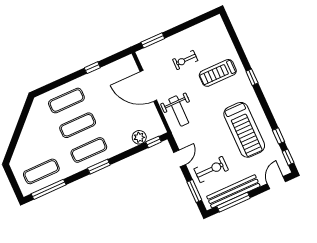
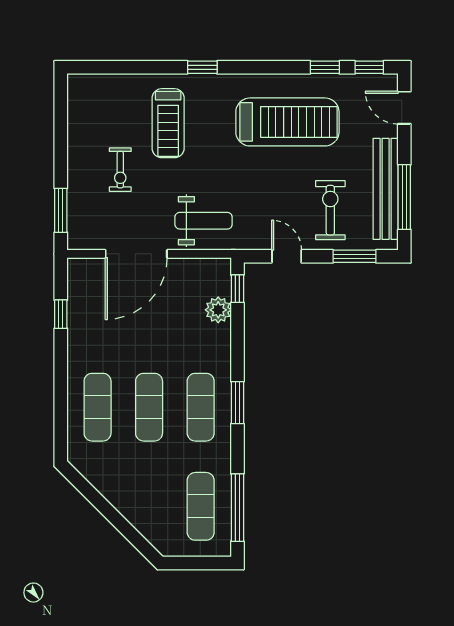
window: (92, 68) -> (61, 314), moved

